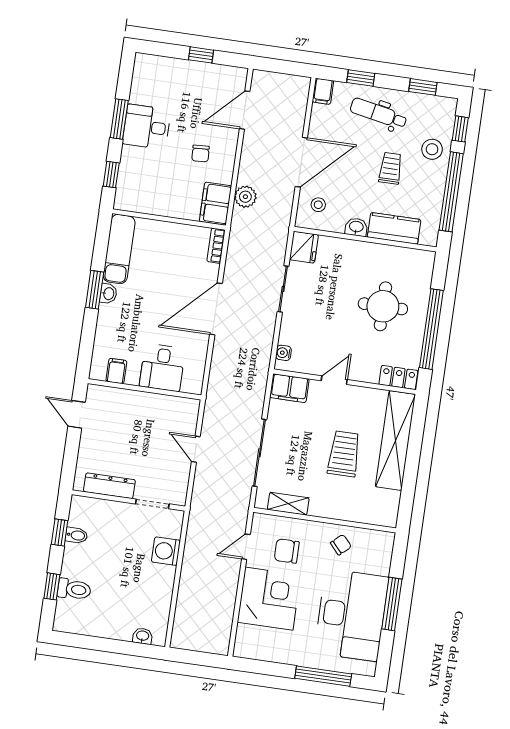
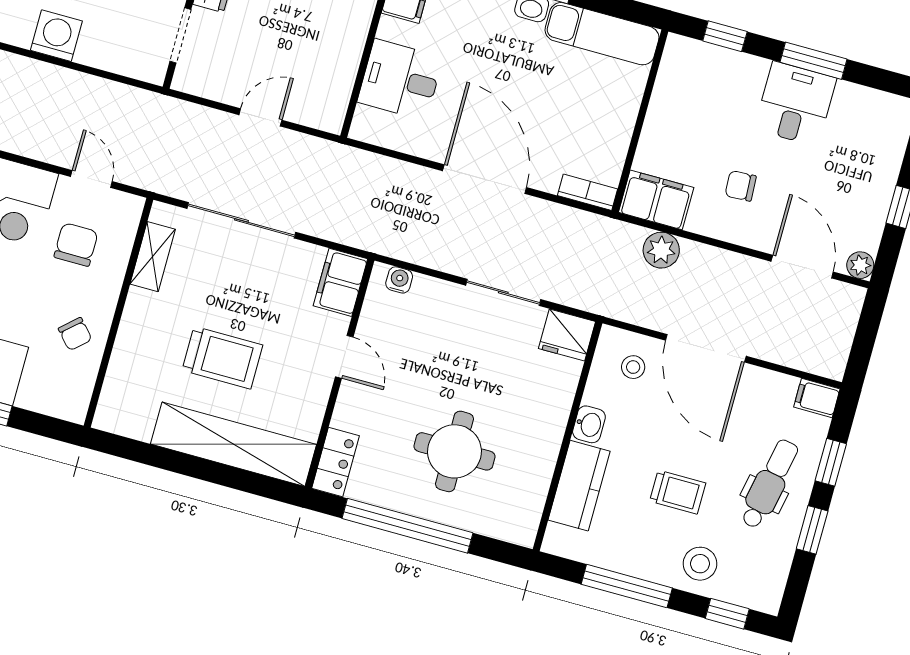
plant: (239, 75) -> (860, 265), added
window: (423, 87) -> (812, 530), moved
window: (451, 192) -> (627, 586), width x0.68
washing machine: (166, 551) -> (56, 36), moved

